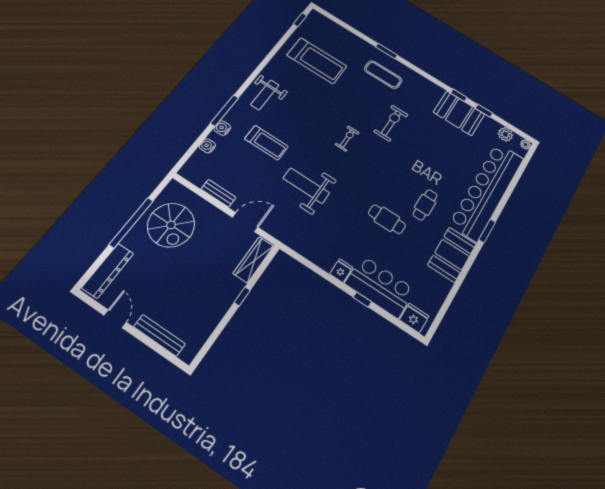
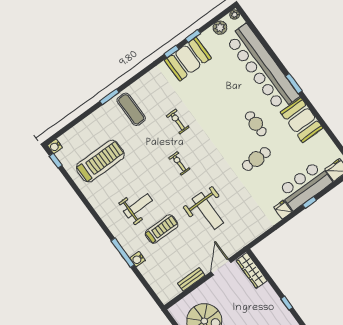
exercise mat: (383, 75) -> (131, 109), turned 90
weight bench: (265, 95) -> (138, 206), moved, turned -90
exercise bike: (391, 123) -> (178, 121), width x0.73, depth x0.72
water cooler: (207, 146) -> (55, 146), moved
weight bench: (306, 186) -> (208, 211), turned -90
window: (242, 296) -> (287, 303), moved

